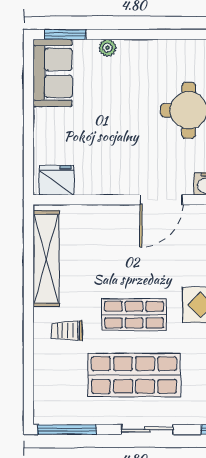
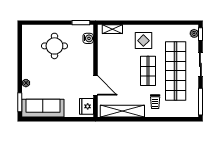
sofa: (53, 73) -> (43, 108), width x1.36
door: (161, 200) -> (95, 85), moved
shop shelf: (134, 375) -> (176, 71), width x1.40

